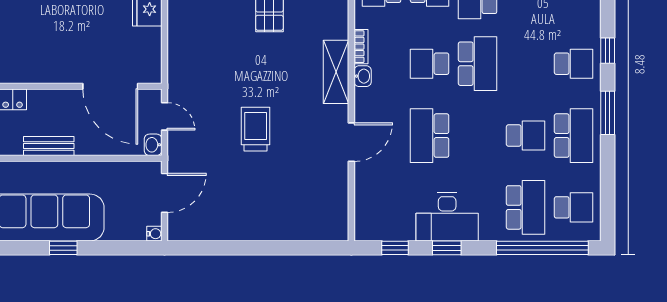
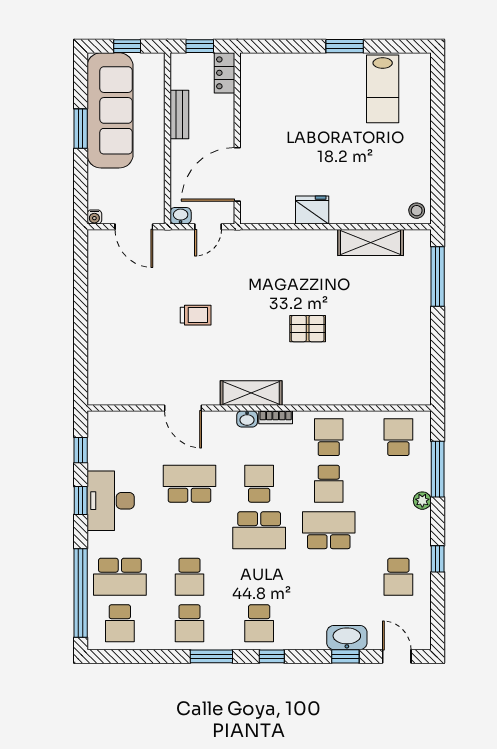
trolley: (256, 129) -> (196, 315), width x0.73, depth x0.72
school desk: (574, 136) -> (189, 623), width x0.54
window: (63, 248) -> (81, 129), width x1.50

